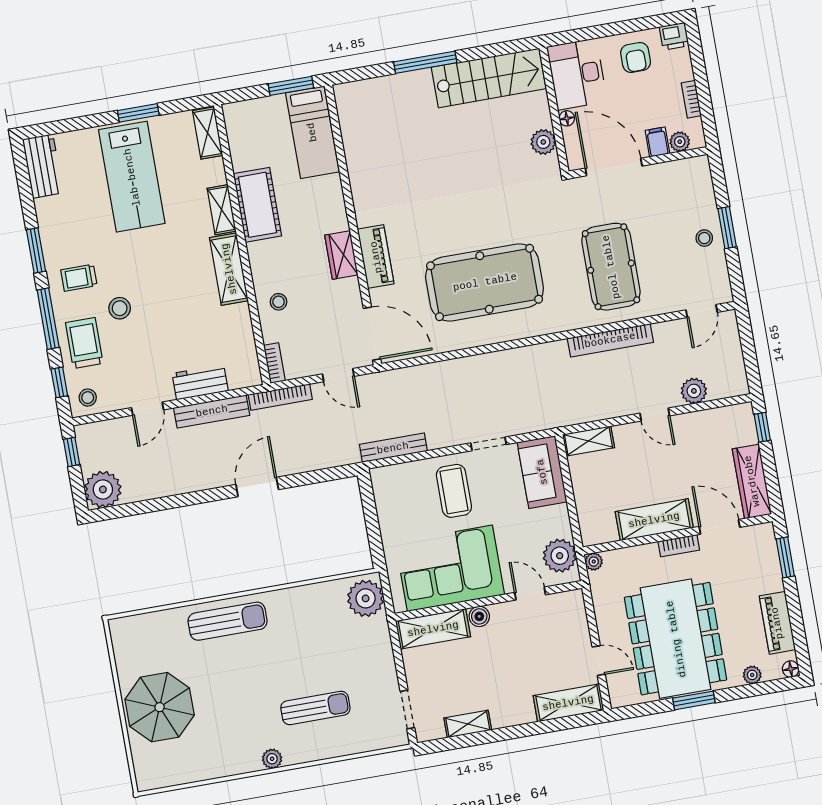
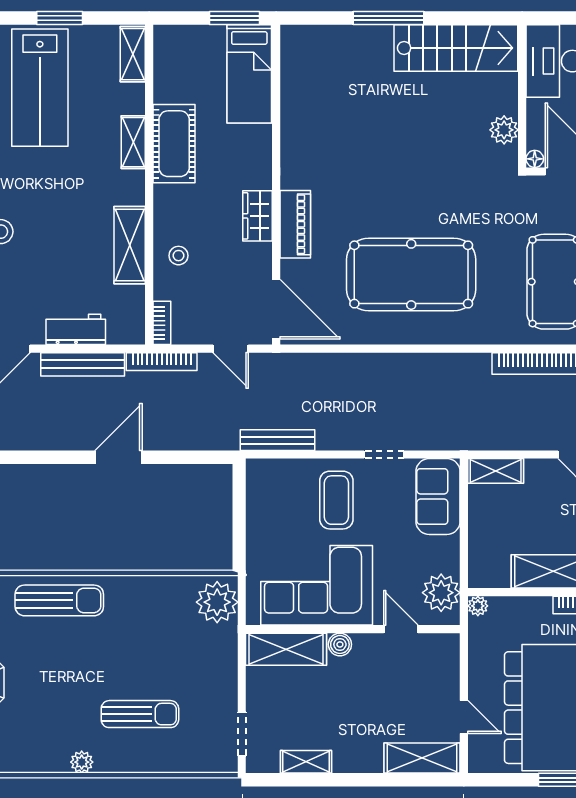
floor lamp: (567, 118) -> (535, 159), moved
shelving: (229, 269) -> (130, 245), moved

